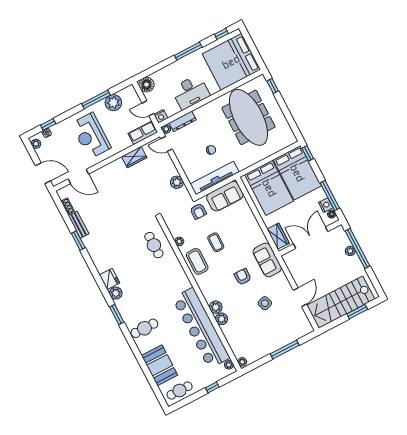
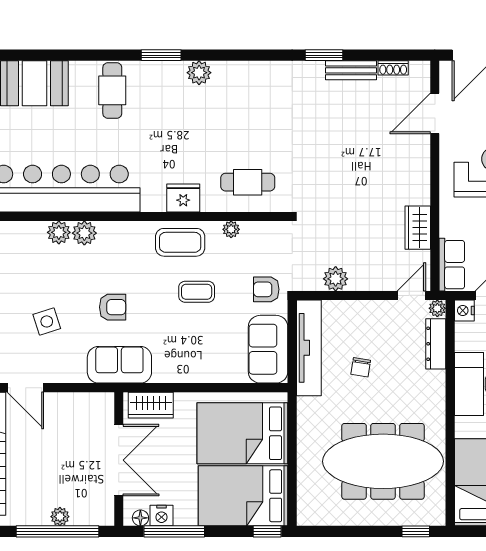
fridge: (110, 279) -> (183, 198), moved, turned 180

